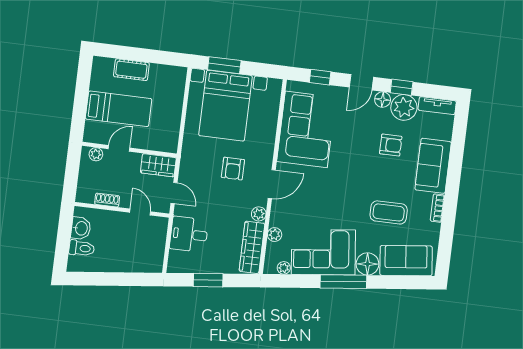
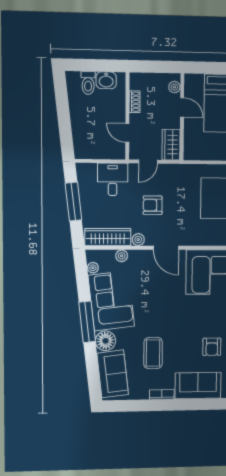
armchair: (233, 169) -> (153, 205), moved
door: (140, 212) -> (127, 133), swing flipped
window: (208, 280) -> (73, 201), width x1.44

